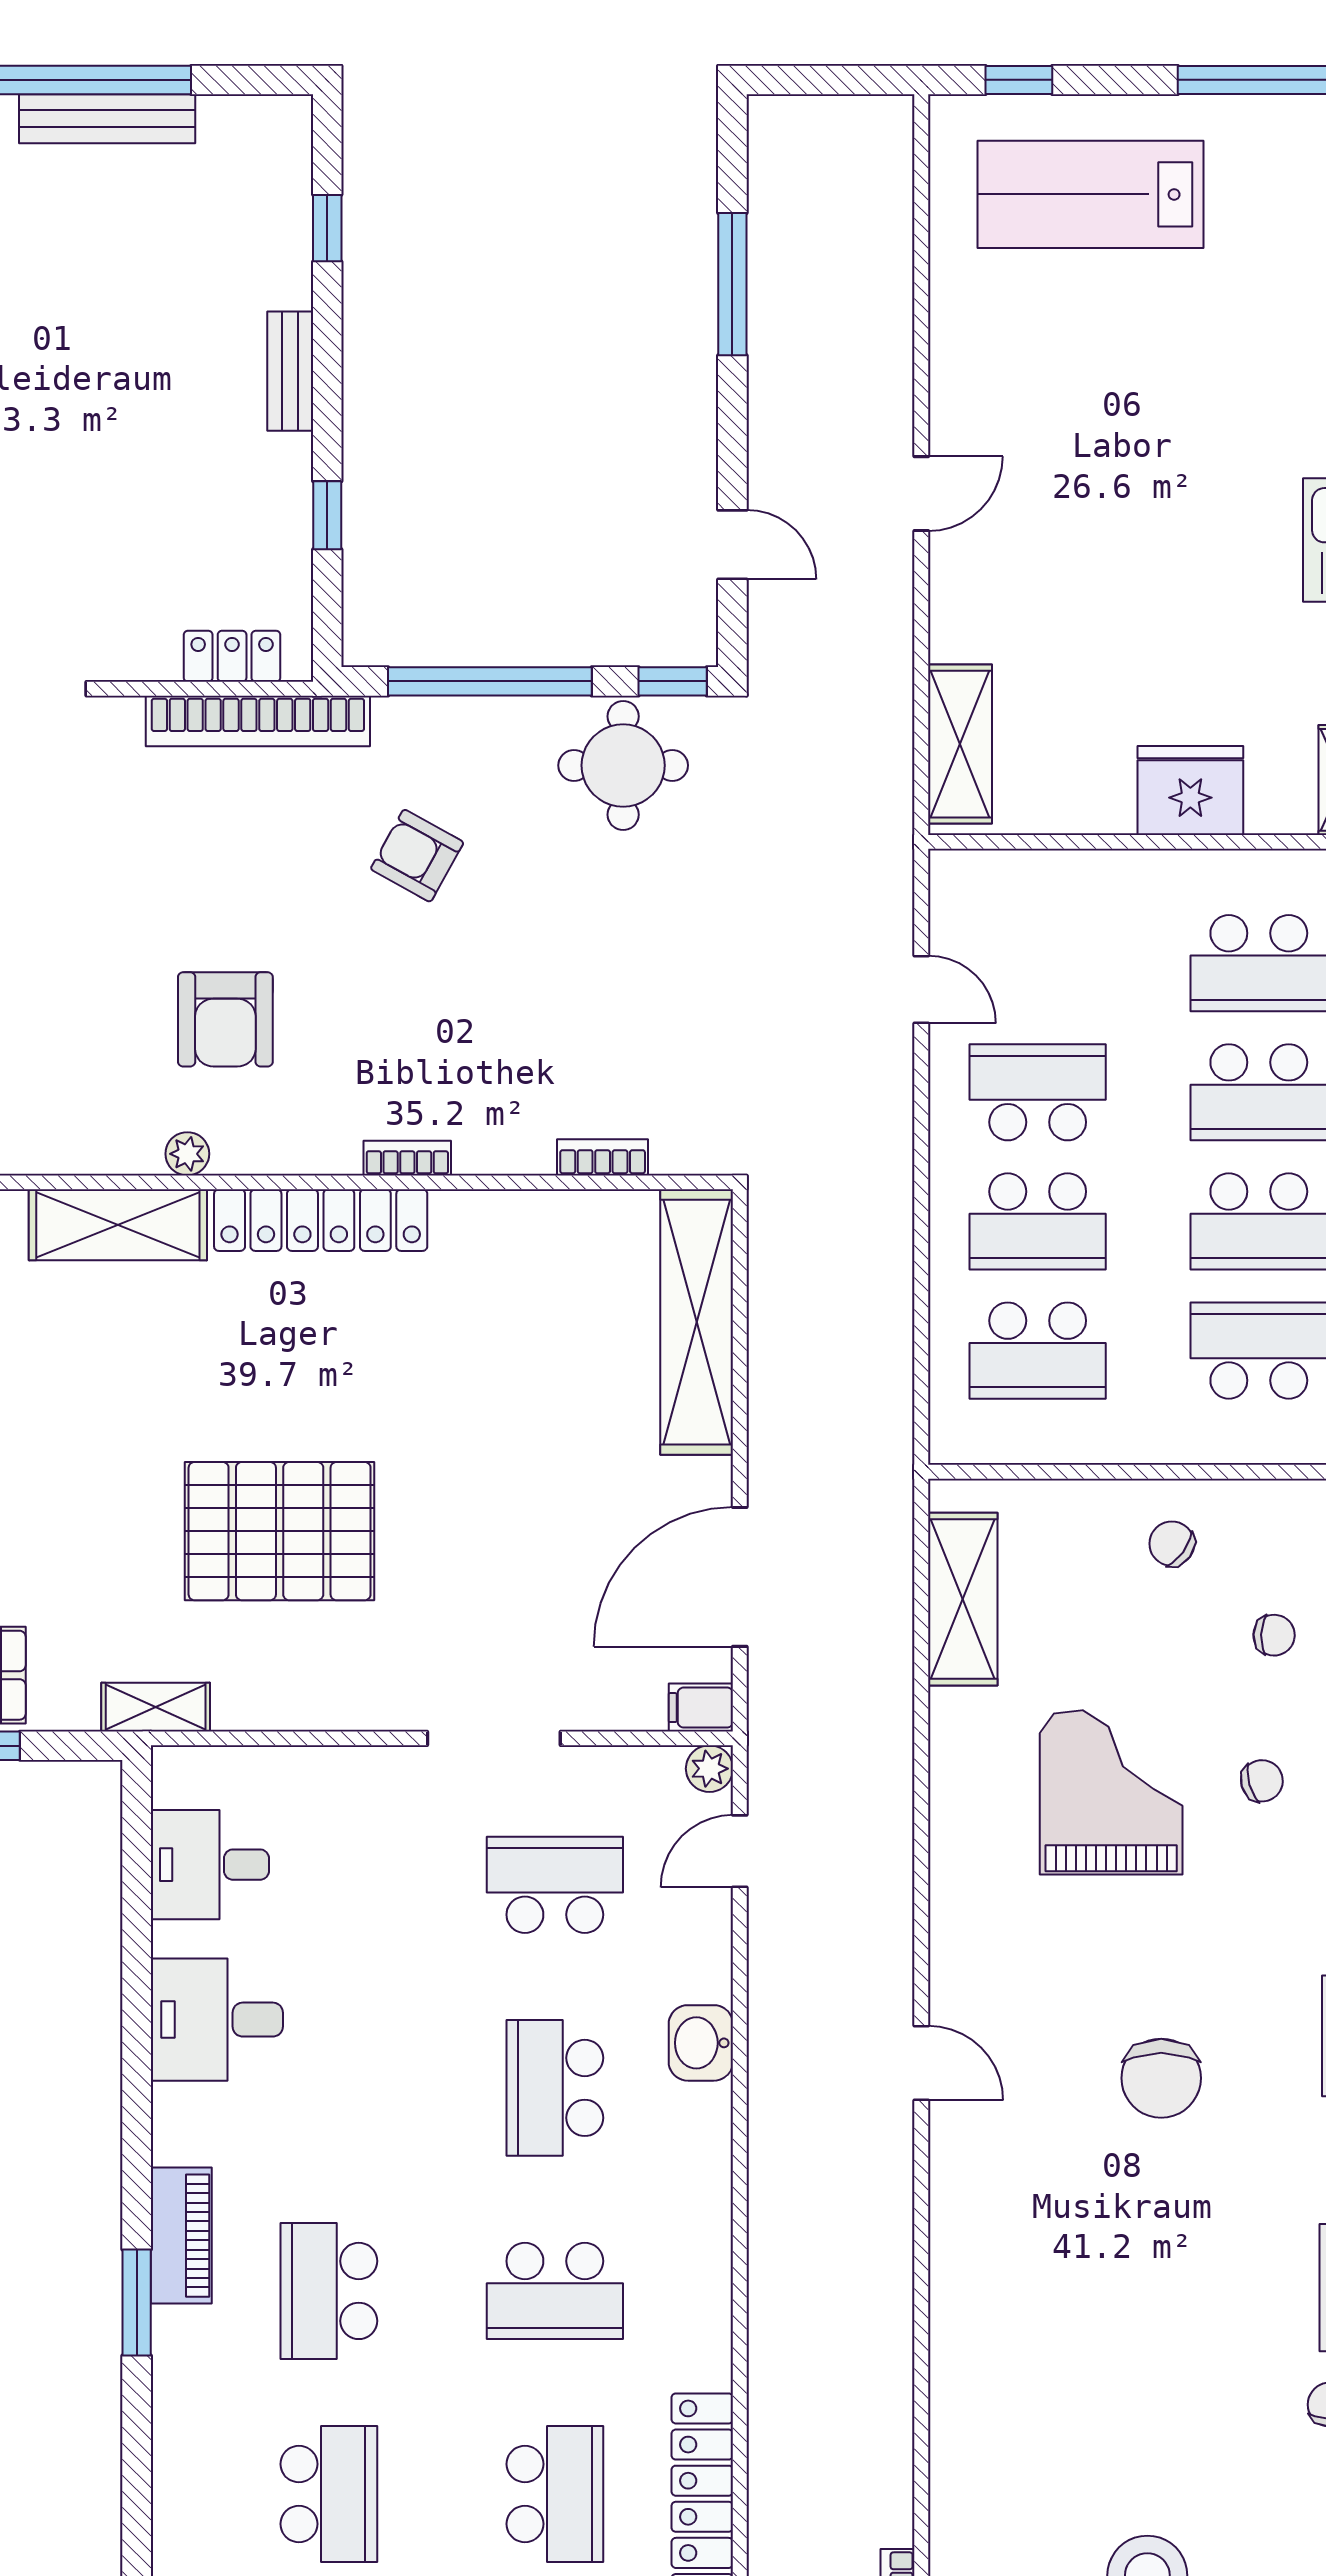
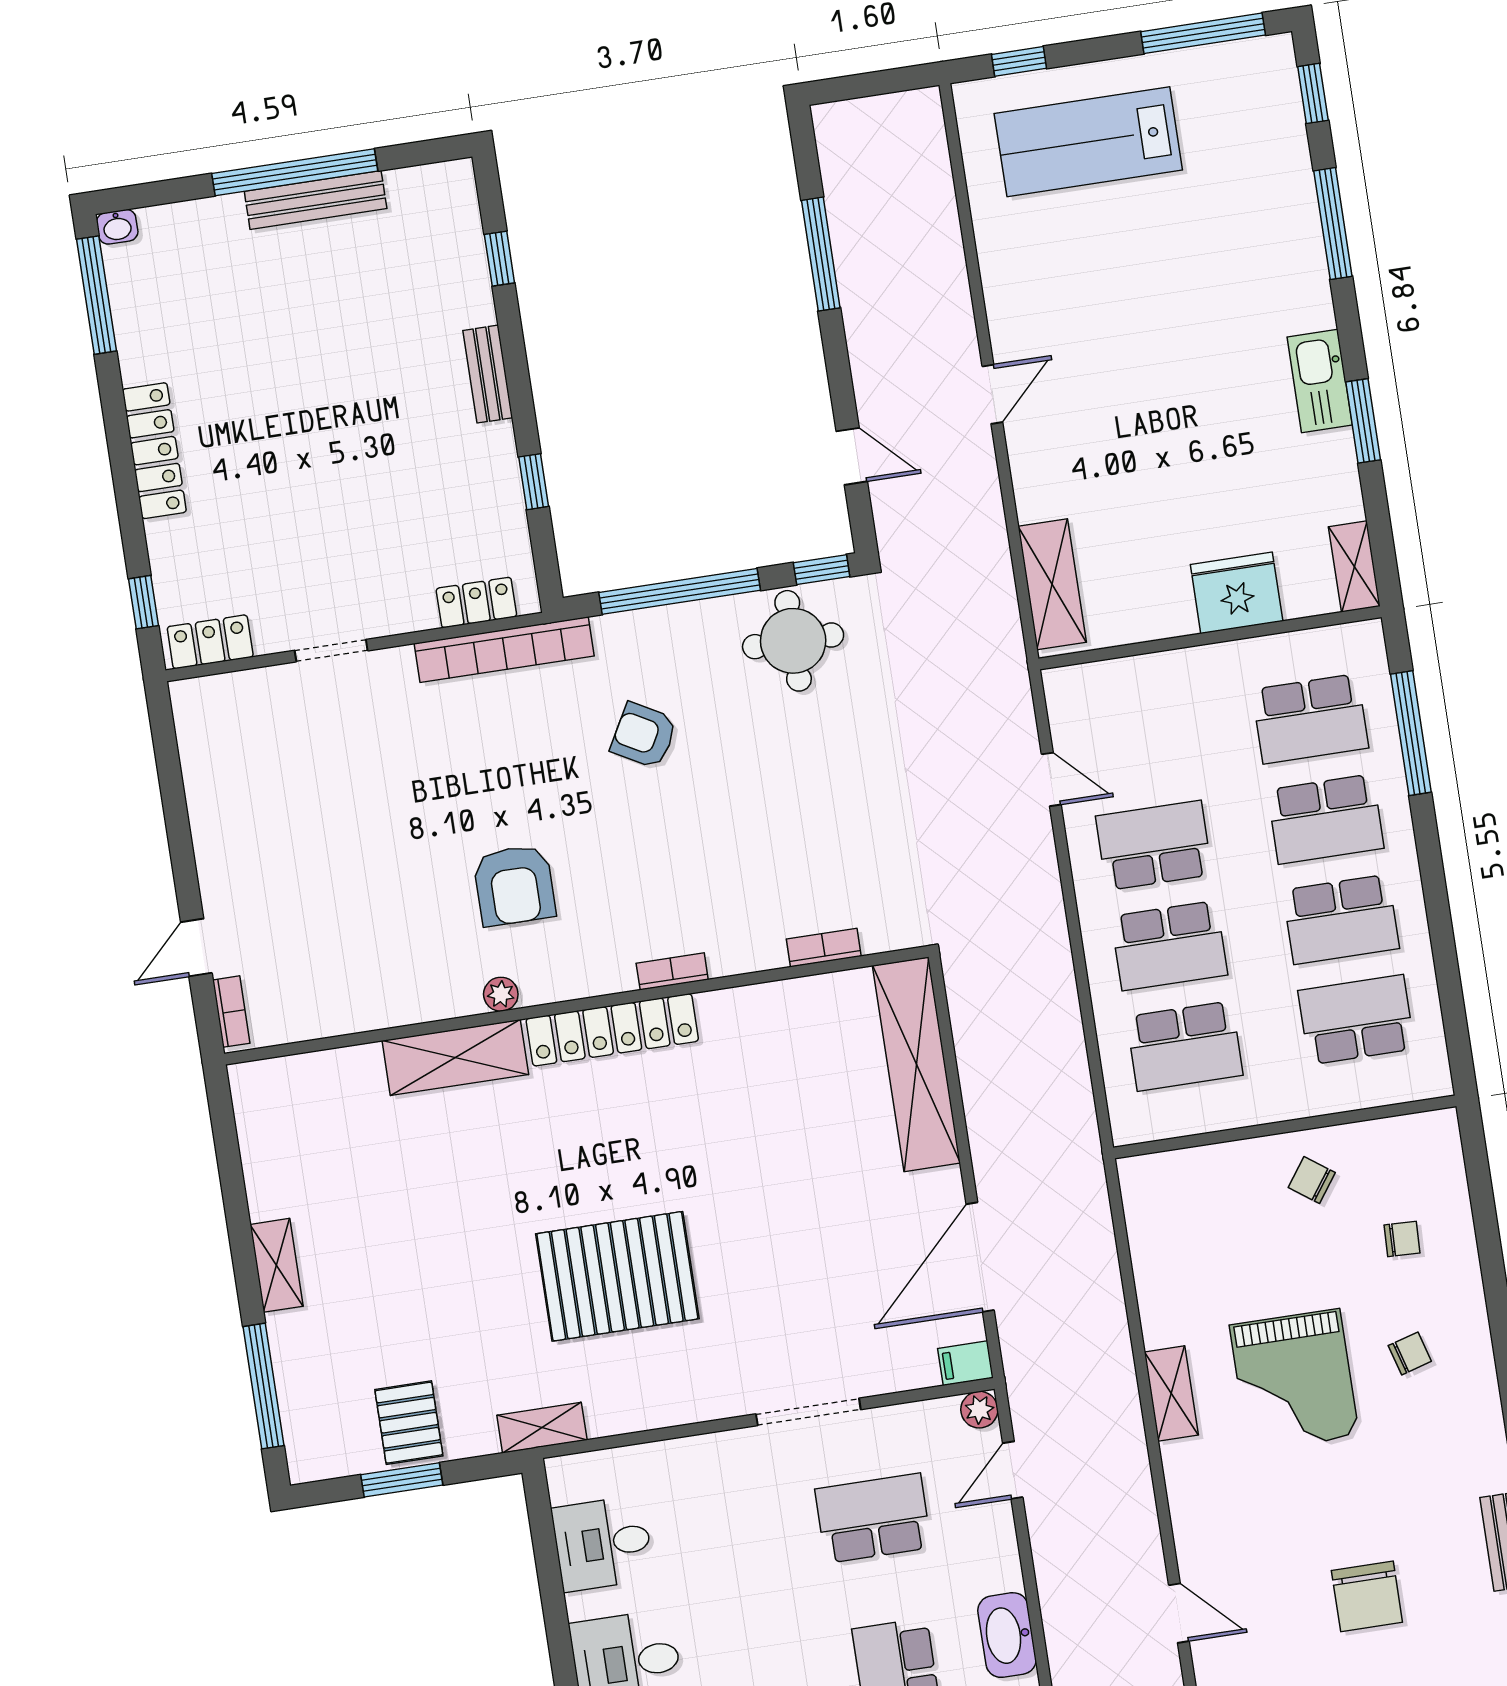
shelving: (963, 1599) -> (1171, 1394), moved, width x0.67, depth x0.75
grand piano: (1111, 1792) -> (1294, 1380), turned 180
washbasin: (701, 2043) -> (1007, 1635), width x1.38

